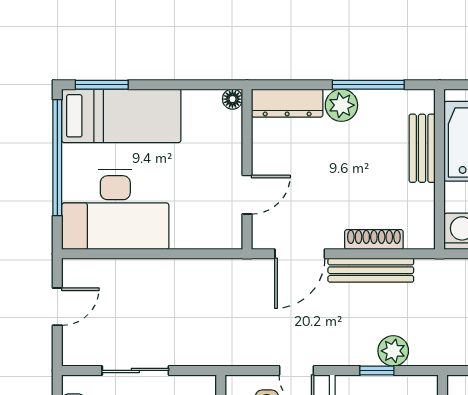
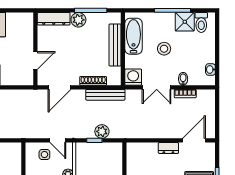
floor lamp: (232, 99) -> (29, 17), removed
bench: (422, 148) -> (115, 45), width x1.36
bench: (371, 270) -> (105, 95), moved

